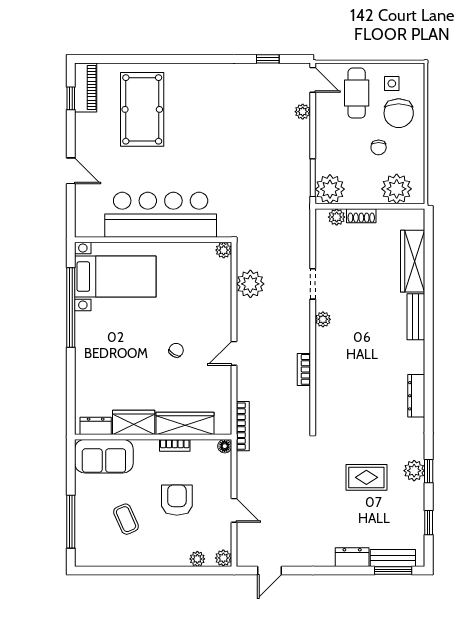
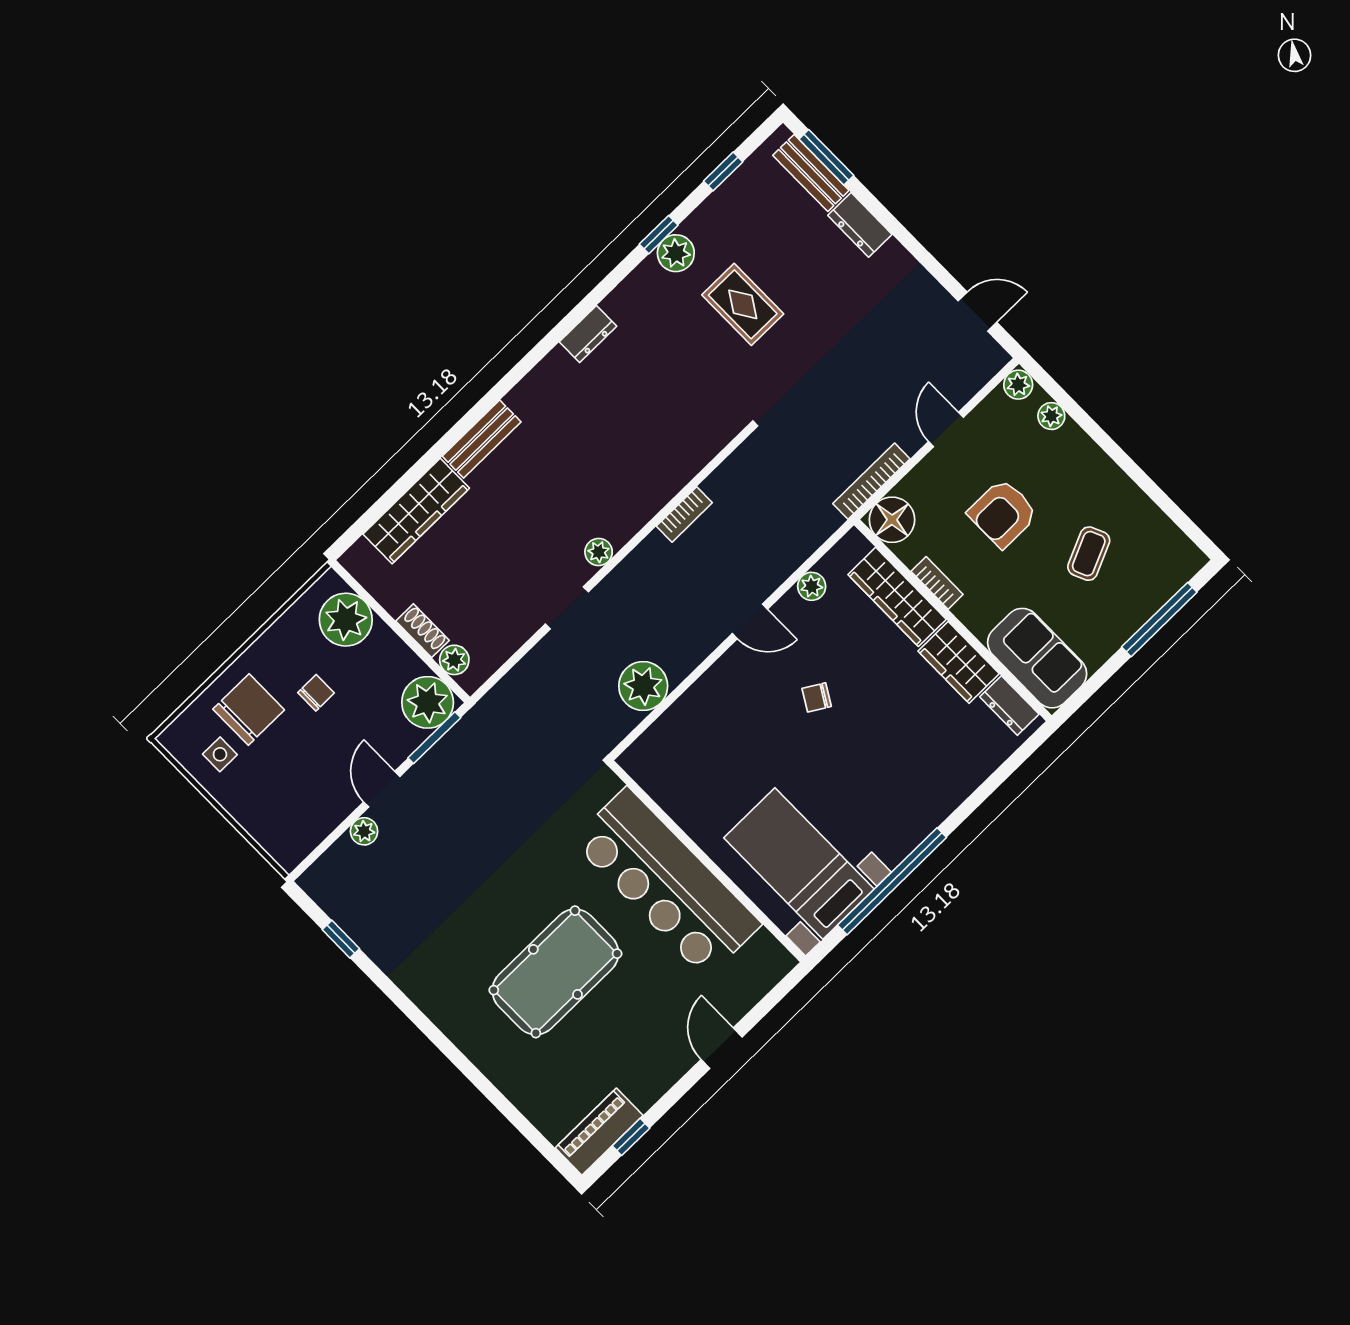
door: (313, 80) -> (382, 789), moved
cafe table: (357, 93) -> (275, 787), removed
pool table: (142, 109) -> (555, 972), moved
plant: (224, 250) -> (812, 586), moved
dresser: (416, 396) -> (588, 334), width x0.70
bookcase: (243, 426) -> (871, 481), moved
floor lamp: (225, 446) -> (892, 520), width x1.89, depth x1.89

